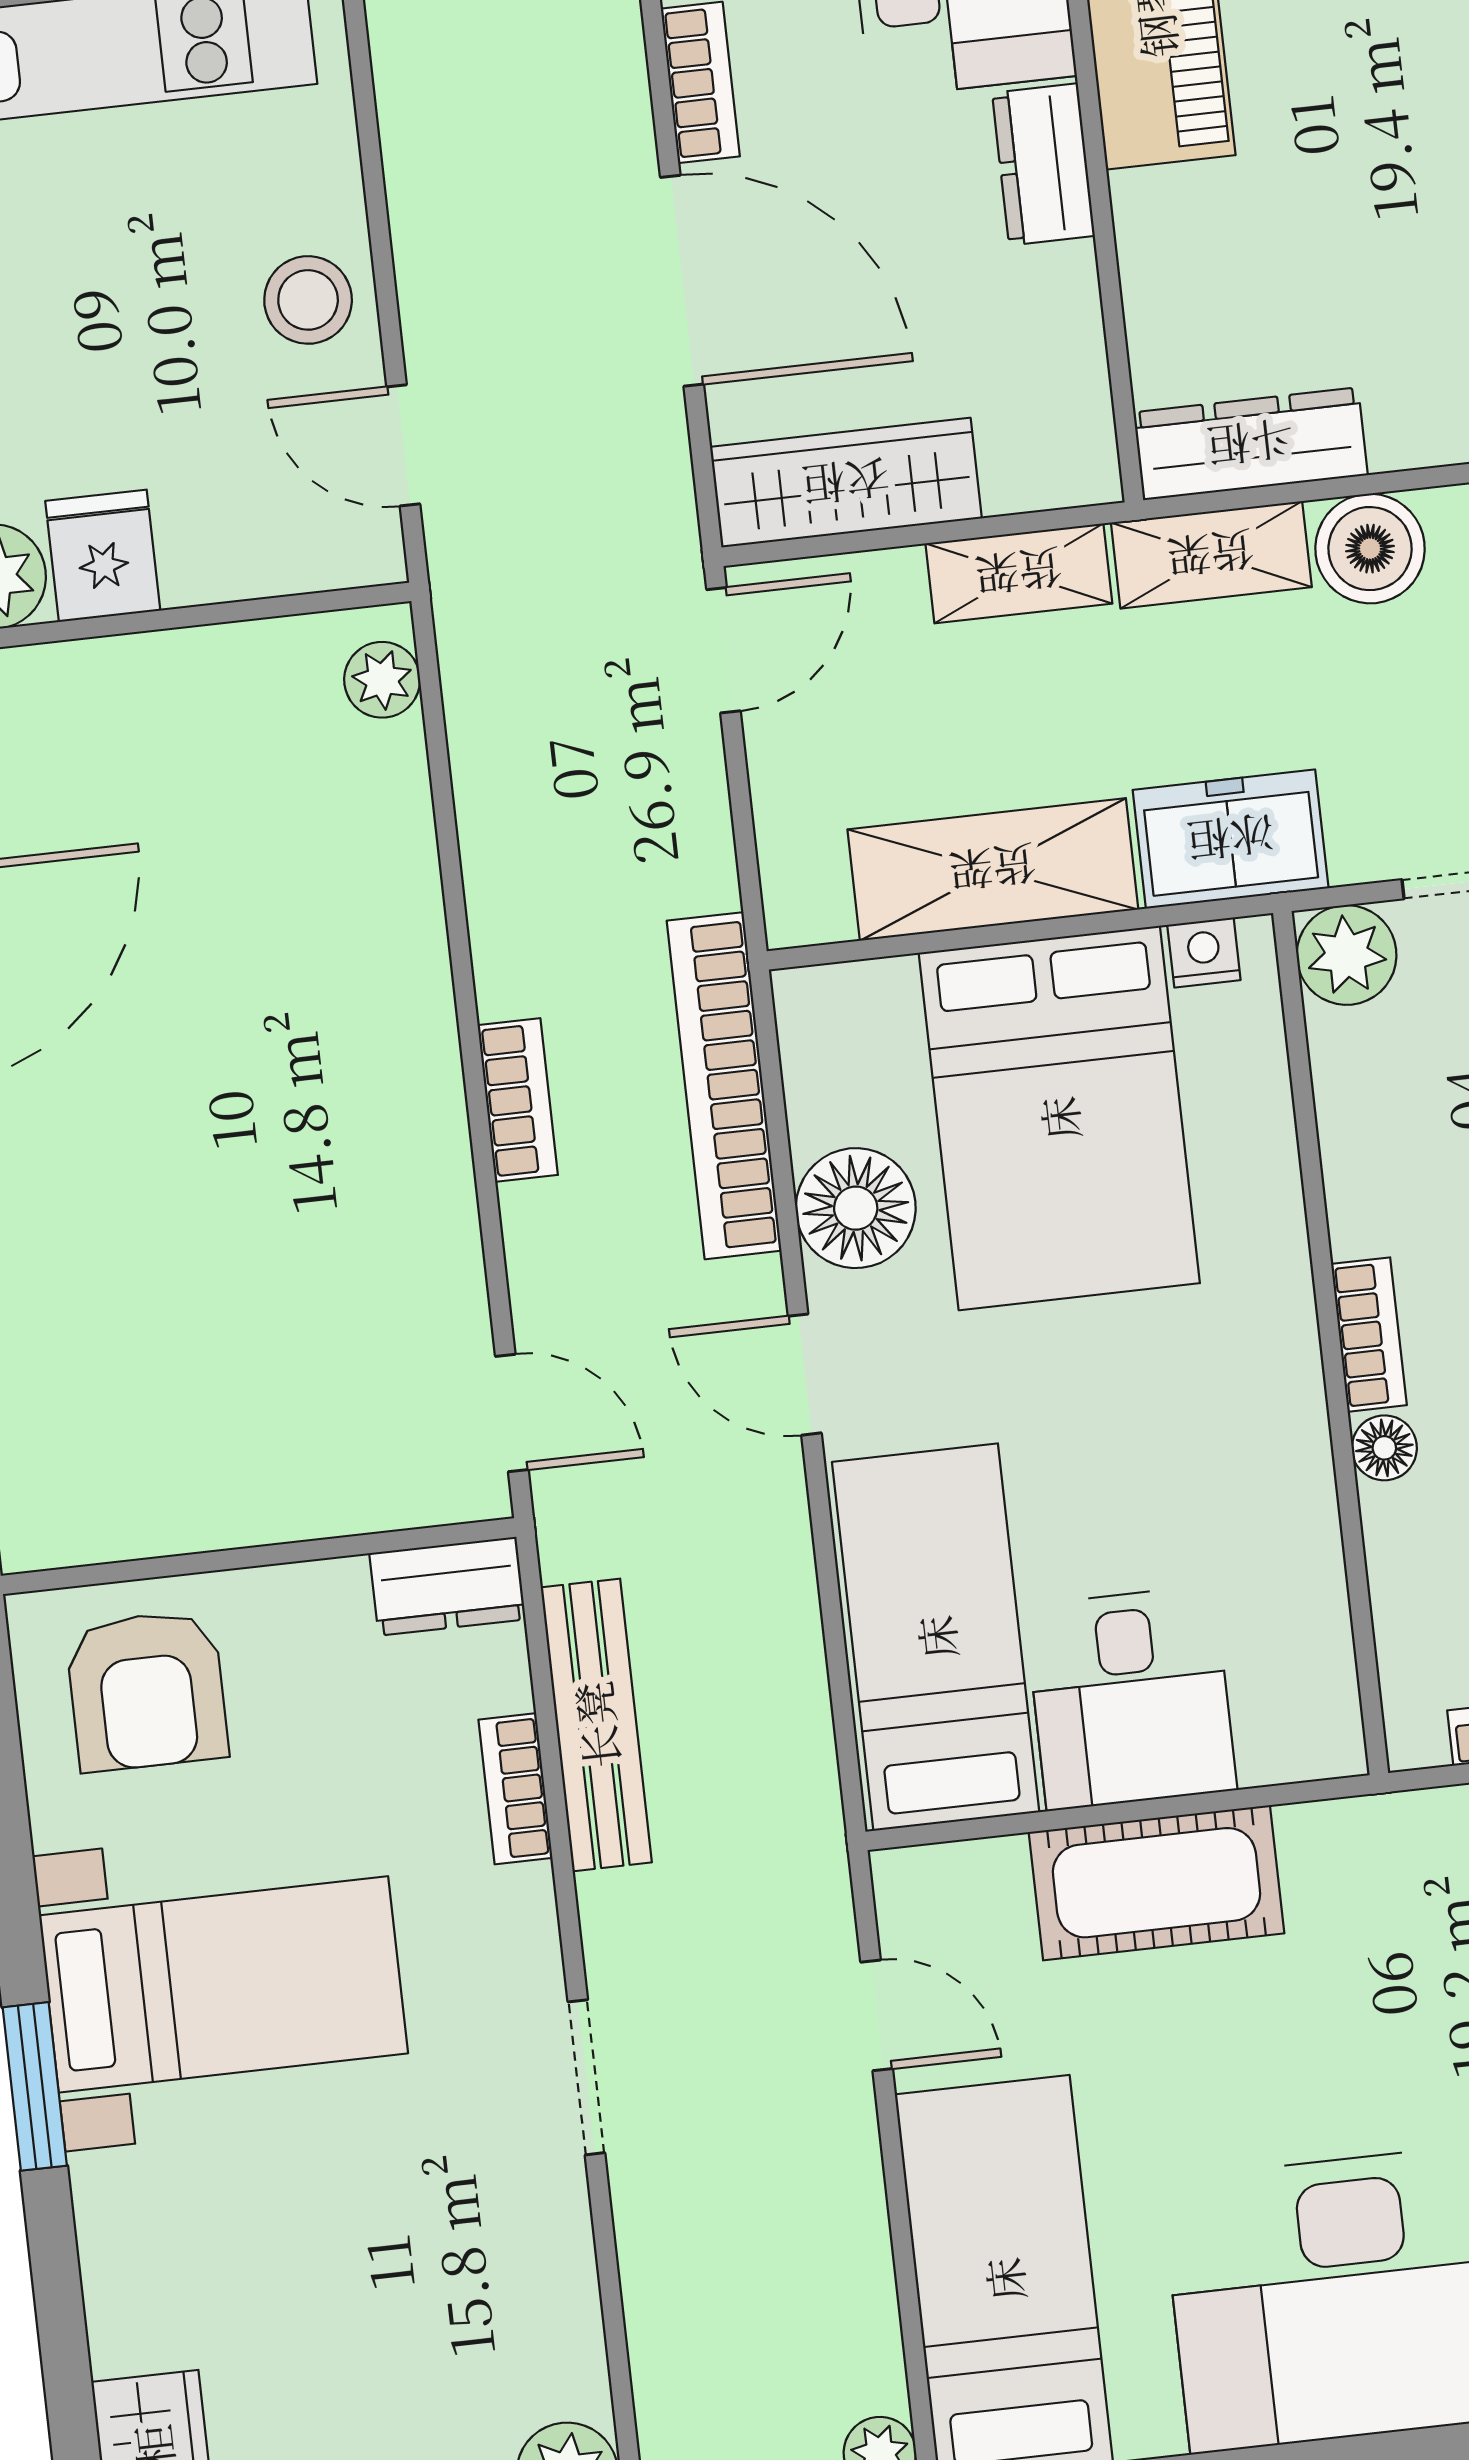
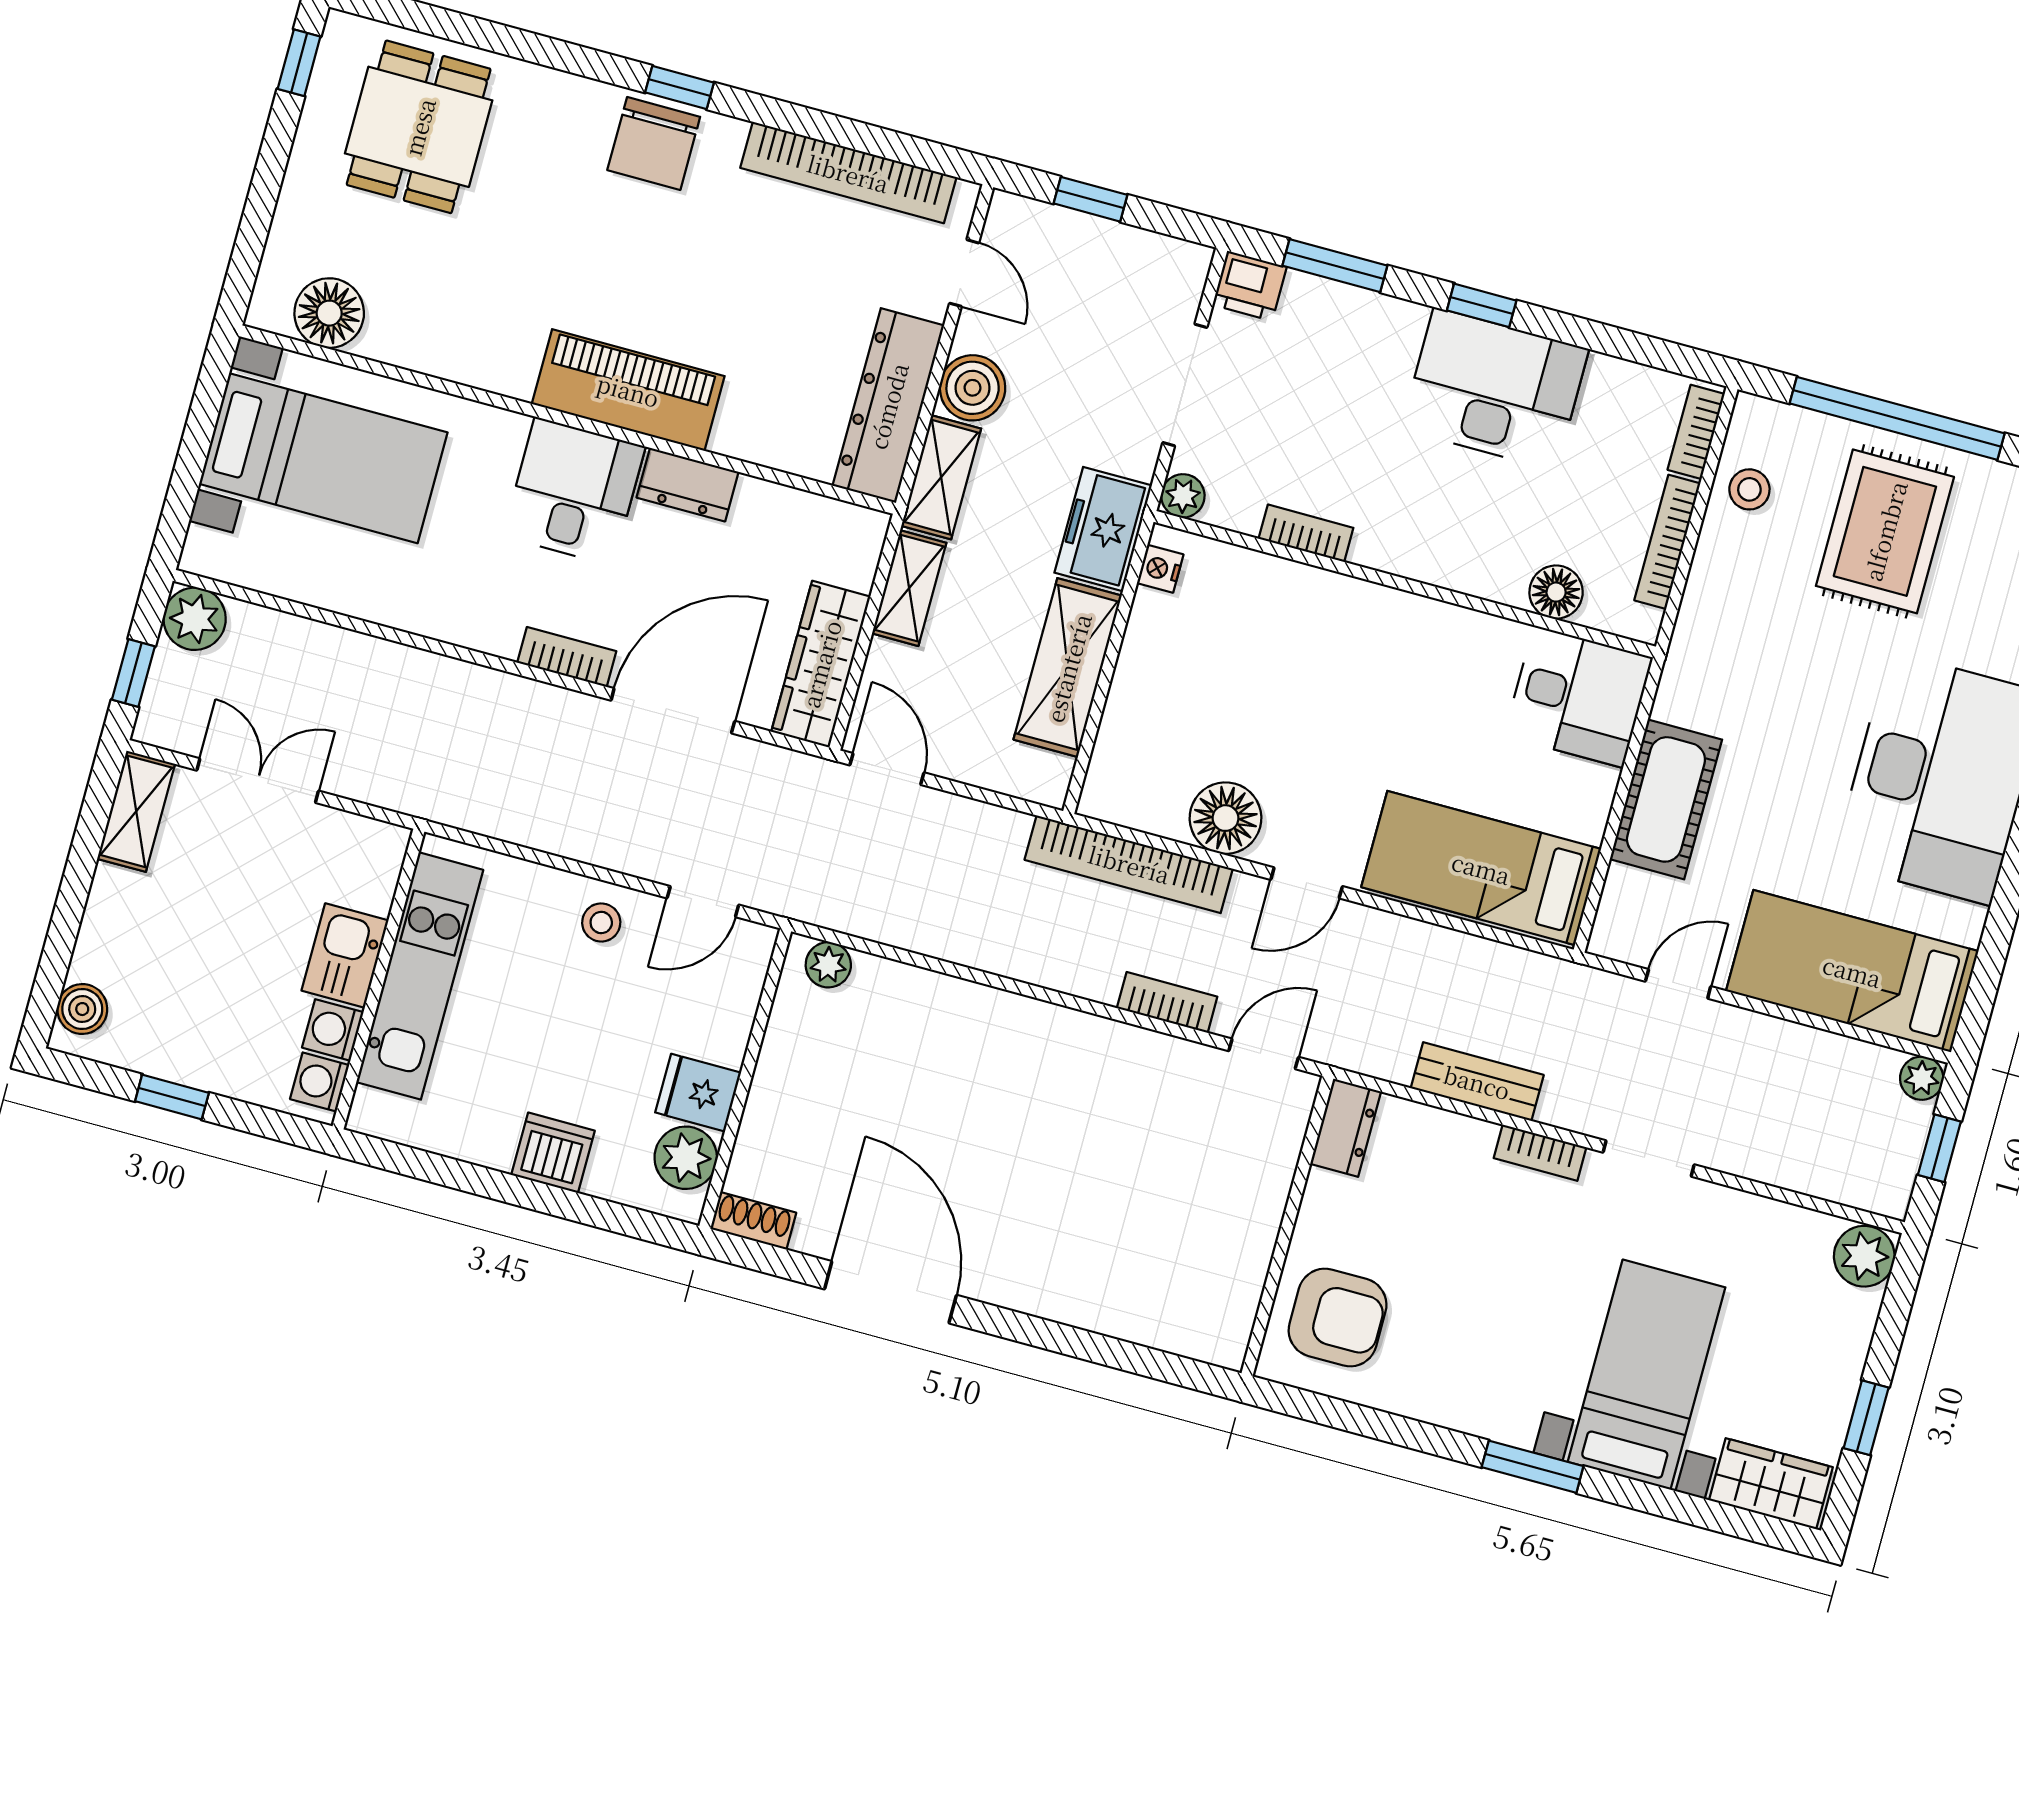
stool: (308, 300) -> (601, 922), width x0.73, depth x0.73
dresser: (1251, 444) -> (888, 406), width x1.37, depth x1.24
plant: (1347, 955) -> (1183, 496), width x0.73, depth x0.73
bookcase: (518, 1100) -> (1167, 1002), moved
bed: (1059, 1118) -> (1220, 685), removed
bookcase: (1369, 1335) -> (1306, 533), moved
floor lamp: (1384, 1448) -> (1556, 592), moved, width x1.37, depth x1.37
desk: (1131, 1698) -> (1578, 697), moved
bench: (596, 1725) -> (1477, 1082), width x0.73
bookcase: (515, 1789) -> (1540, 1153), moved
bed with nightstands: (223, 1984) -> (1647, 1375), moved

